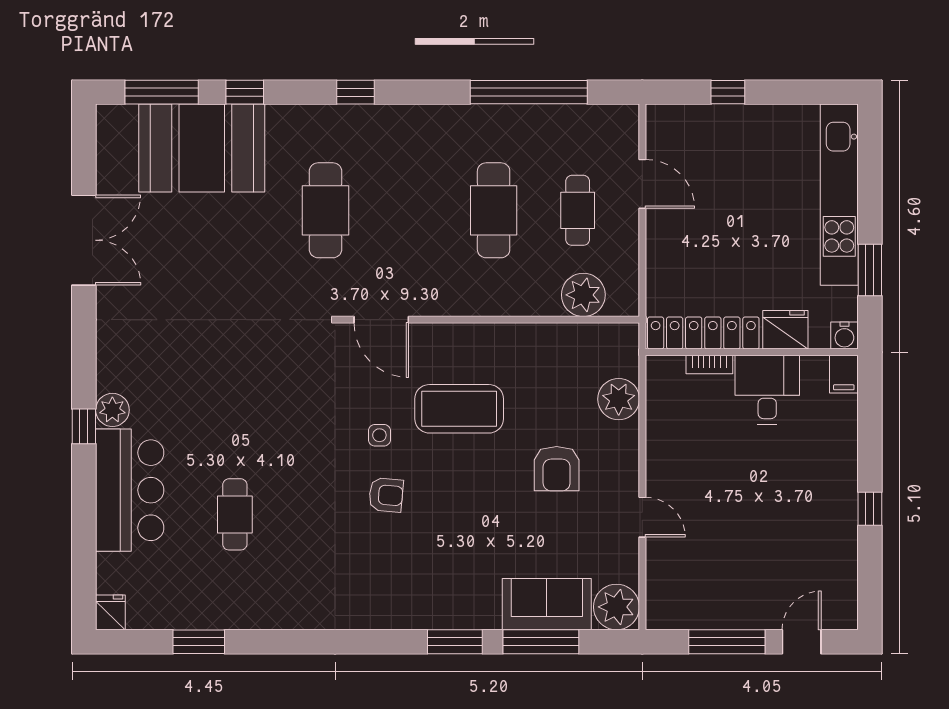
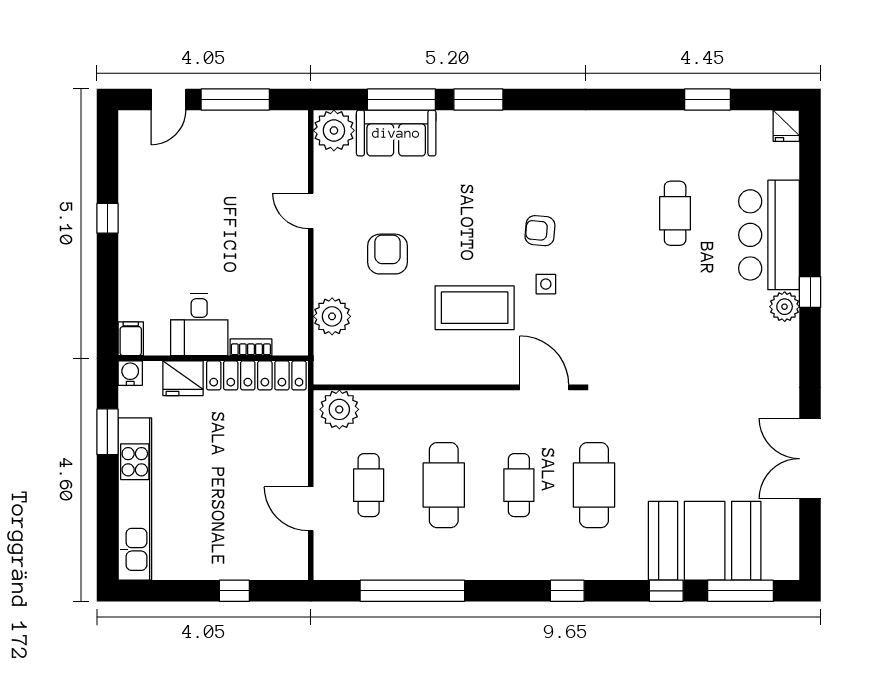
cafe table: (410, 210) -> (519, 485), added
plant: (583, 295) -> (339, 409), moved

